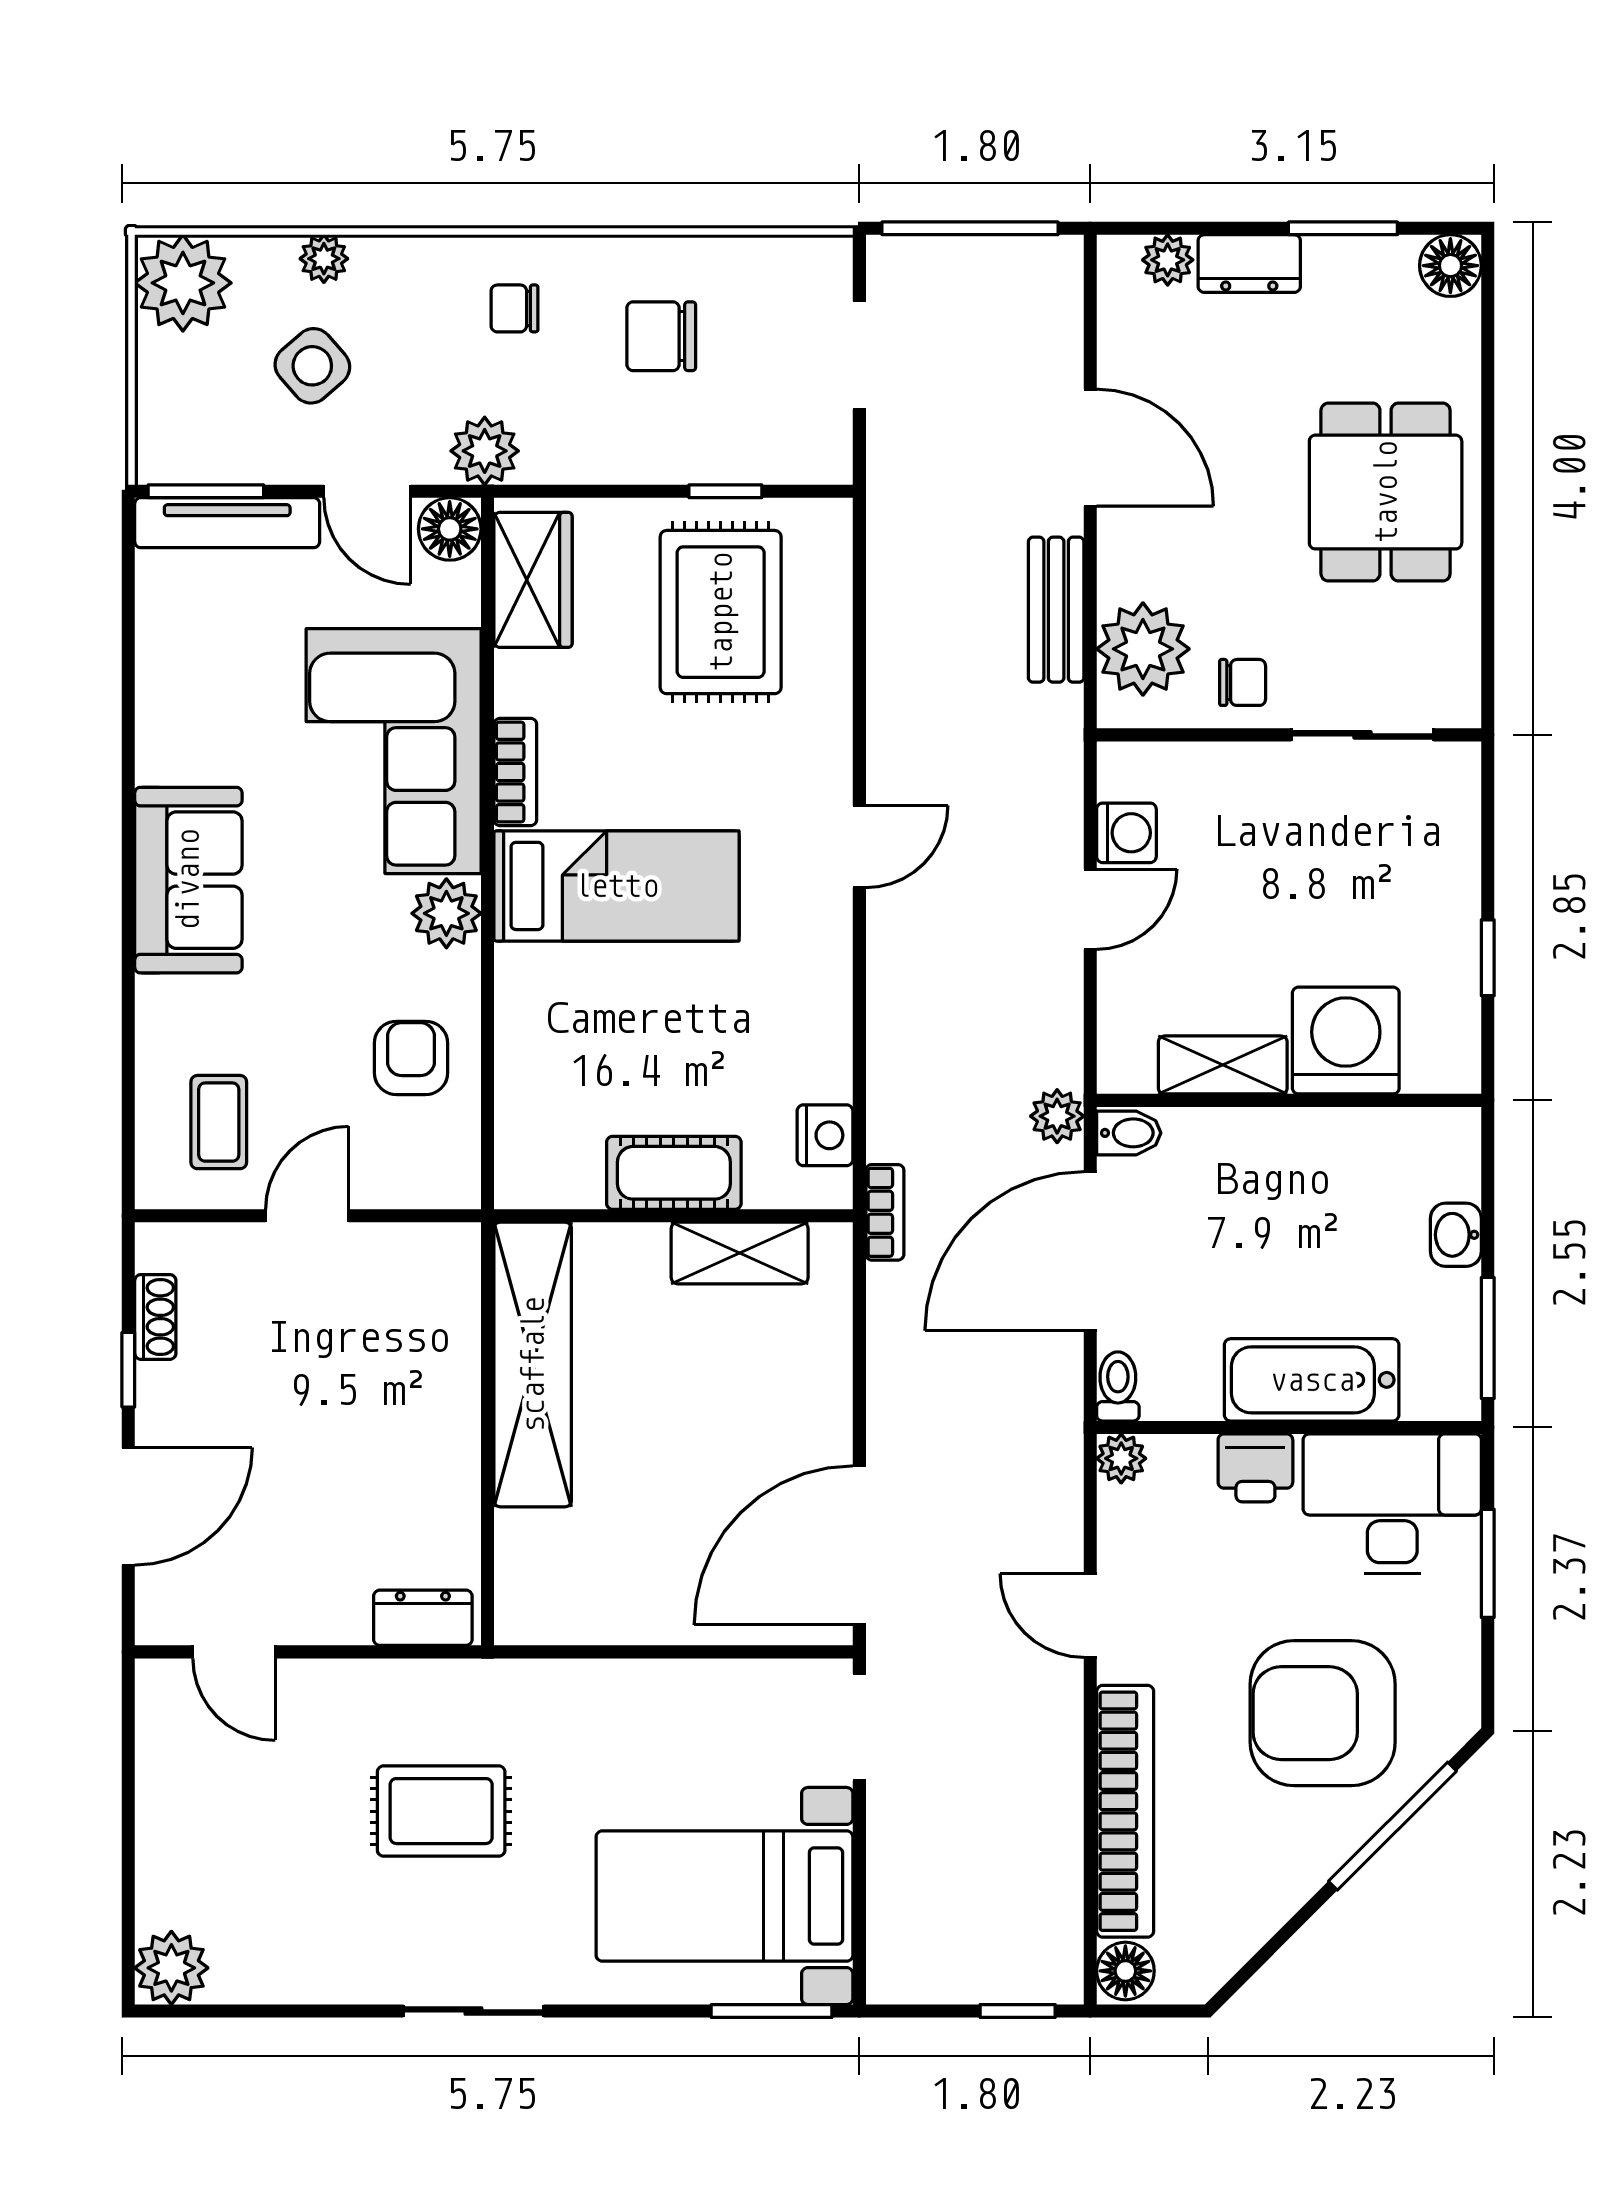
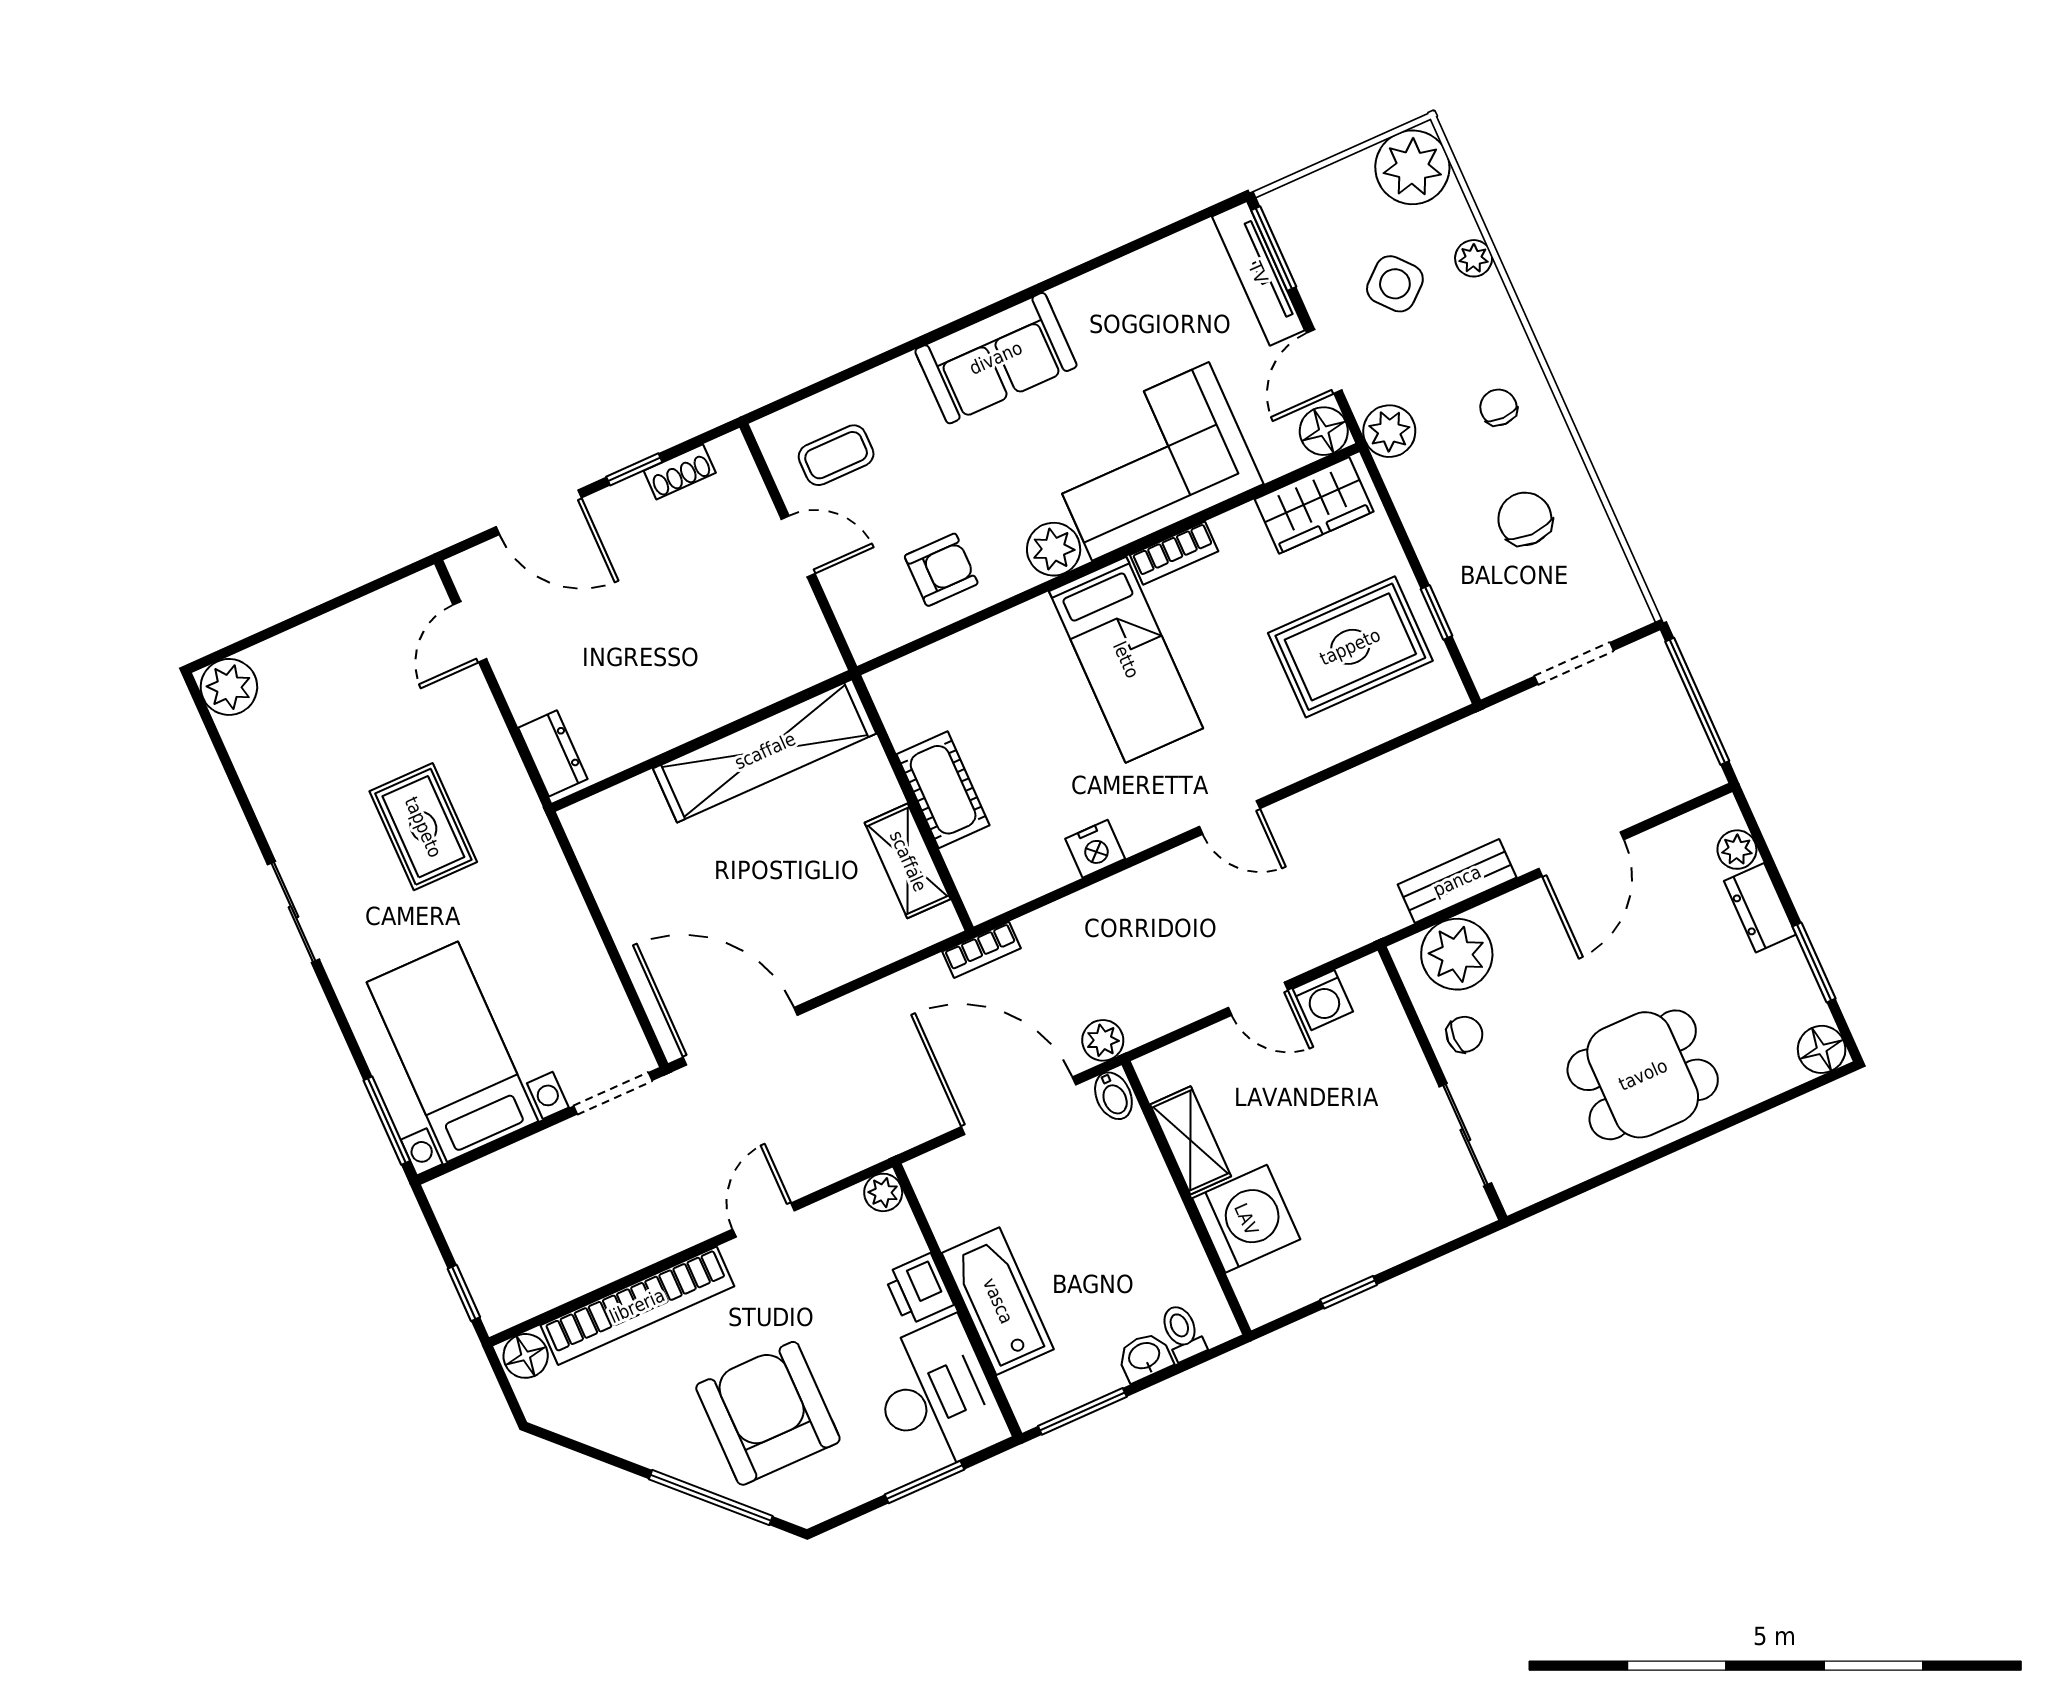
chair: (1243, 682) -> (1465, 1034), turned -90
nightstand: (825, 1135) -> (1095, 849), moved
toilet: (1118, 1386) -> (1182, 1332), moved, turned -90

